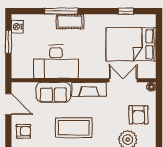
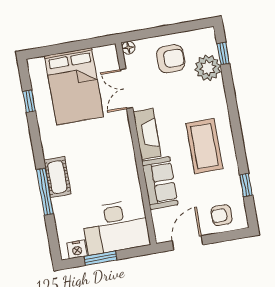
desk: (56, 62) -> (116, 227), moved, turned 90
armchair: (24, 131) -> (222, 215), turned -90

